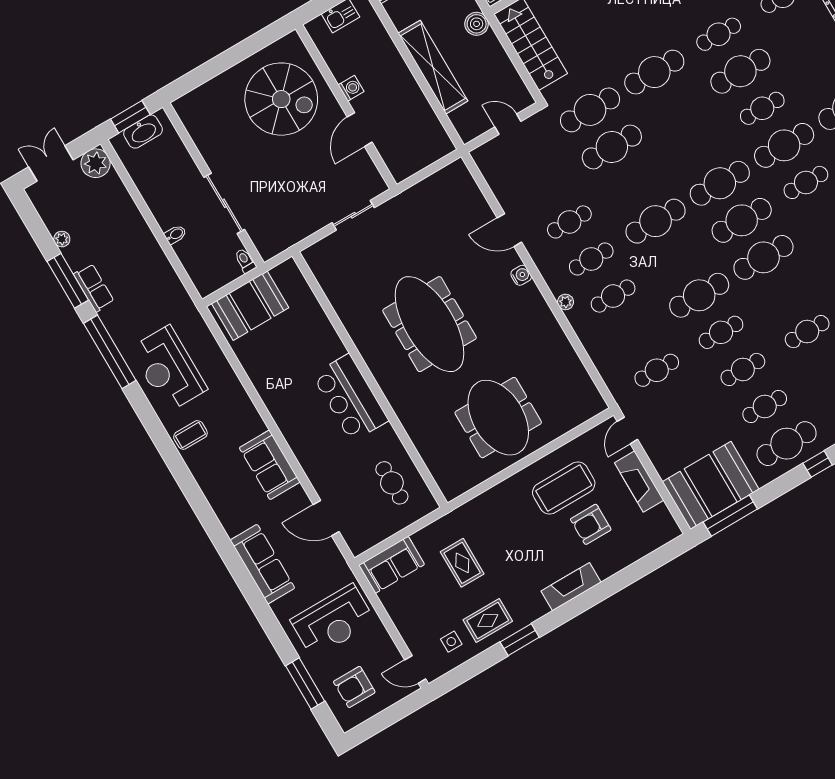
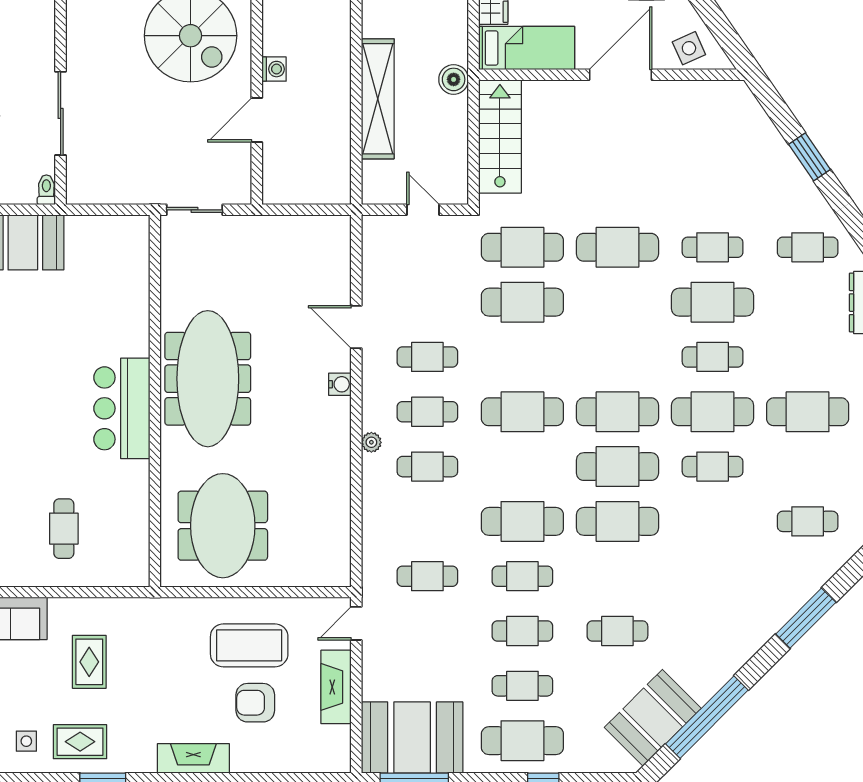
wall: (370, 380) -> (155, 401), moved
bar counter: (350, 398) -> (122, 408), moved

